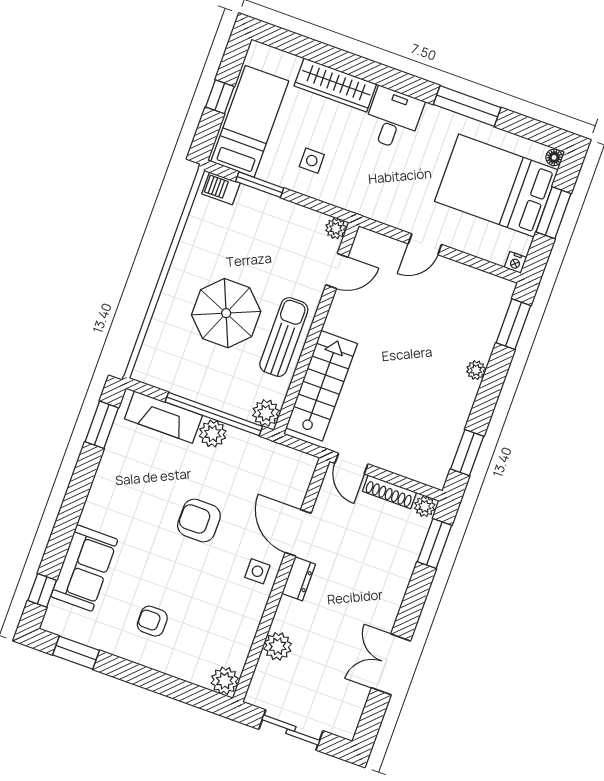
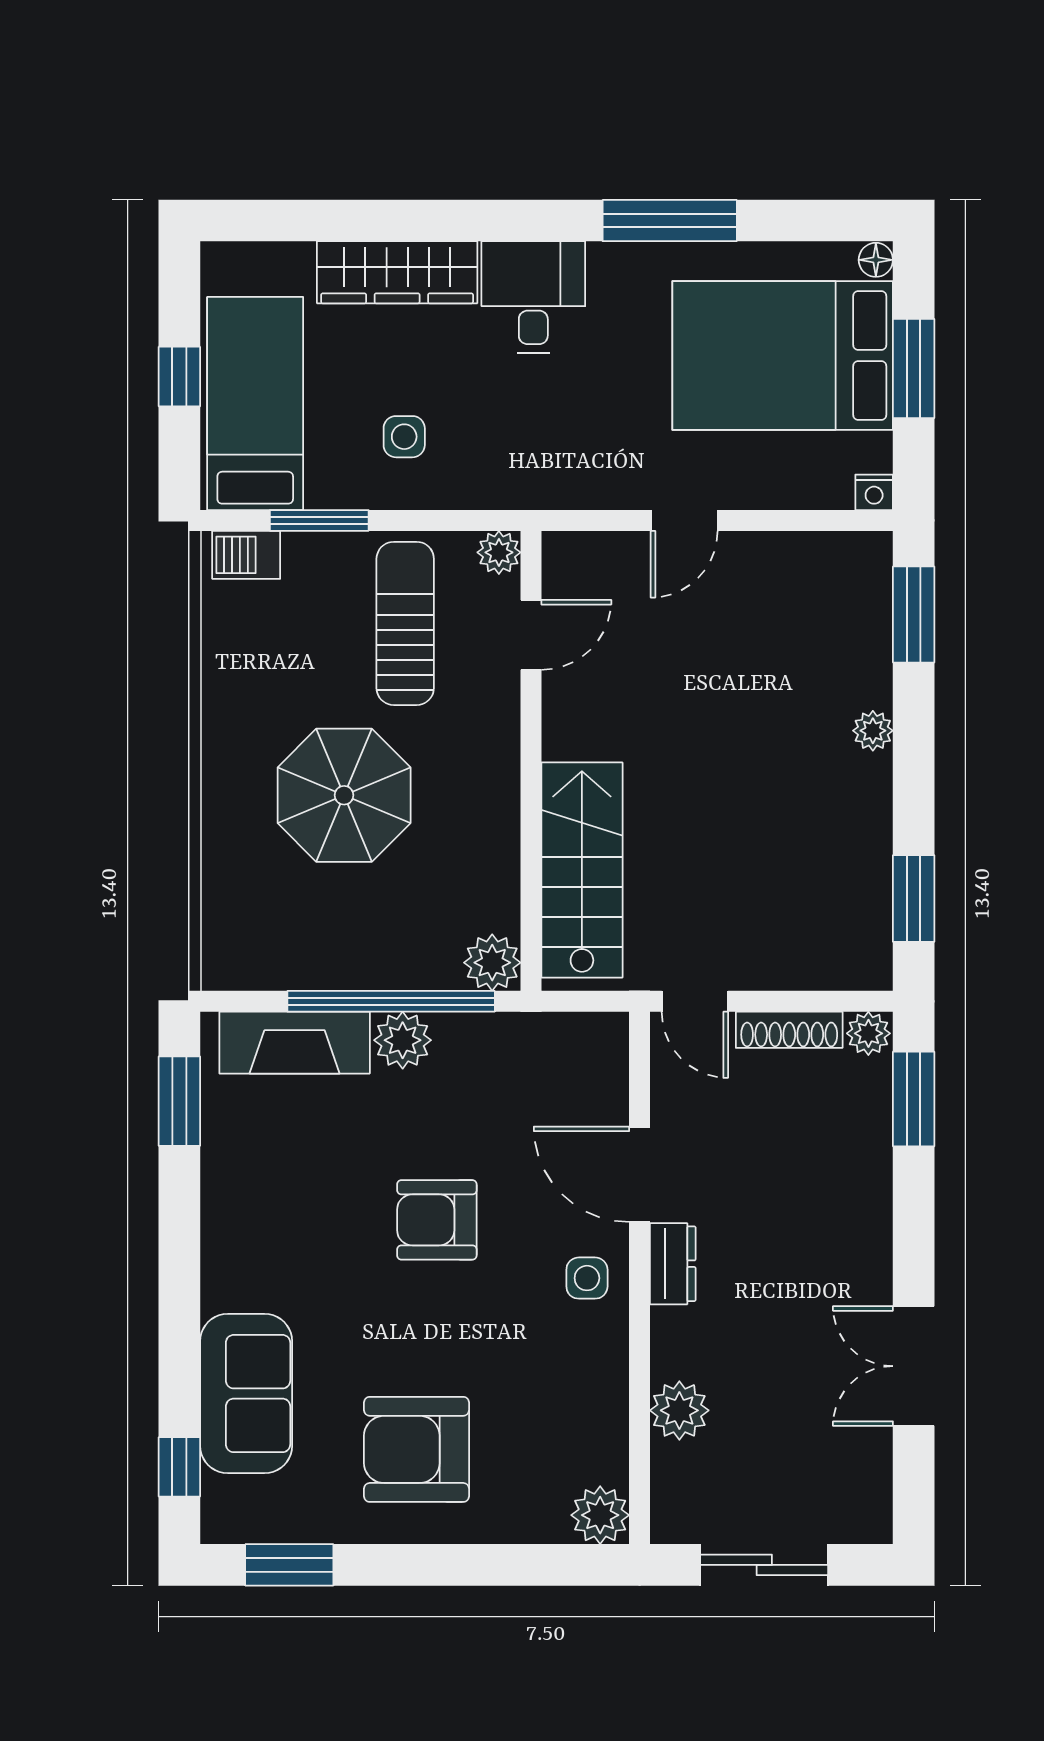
sun lounger: (284, 337) -> (405, 623), moved
armchair: (152, 621) -> (417, 1449), width x1.88, depth x1.88

